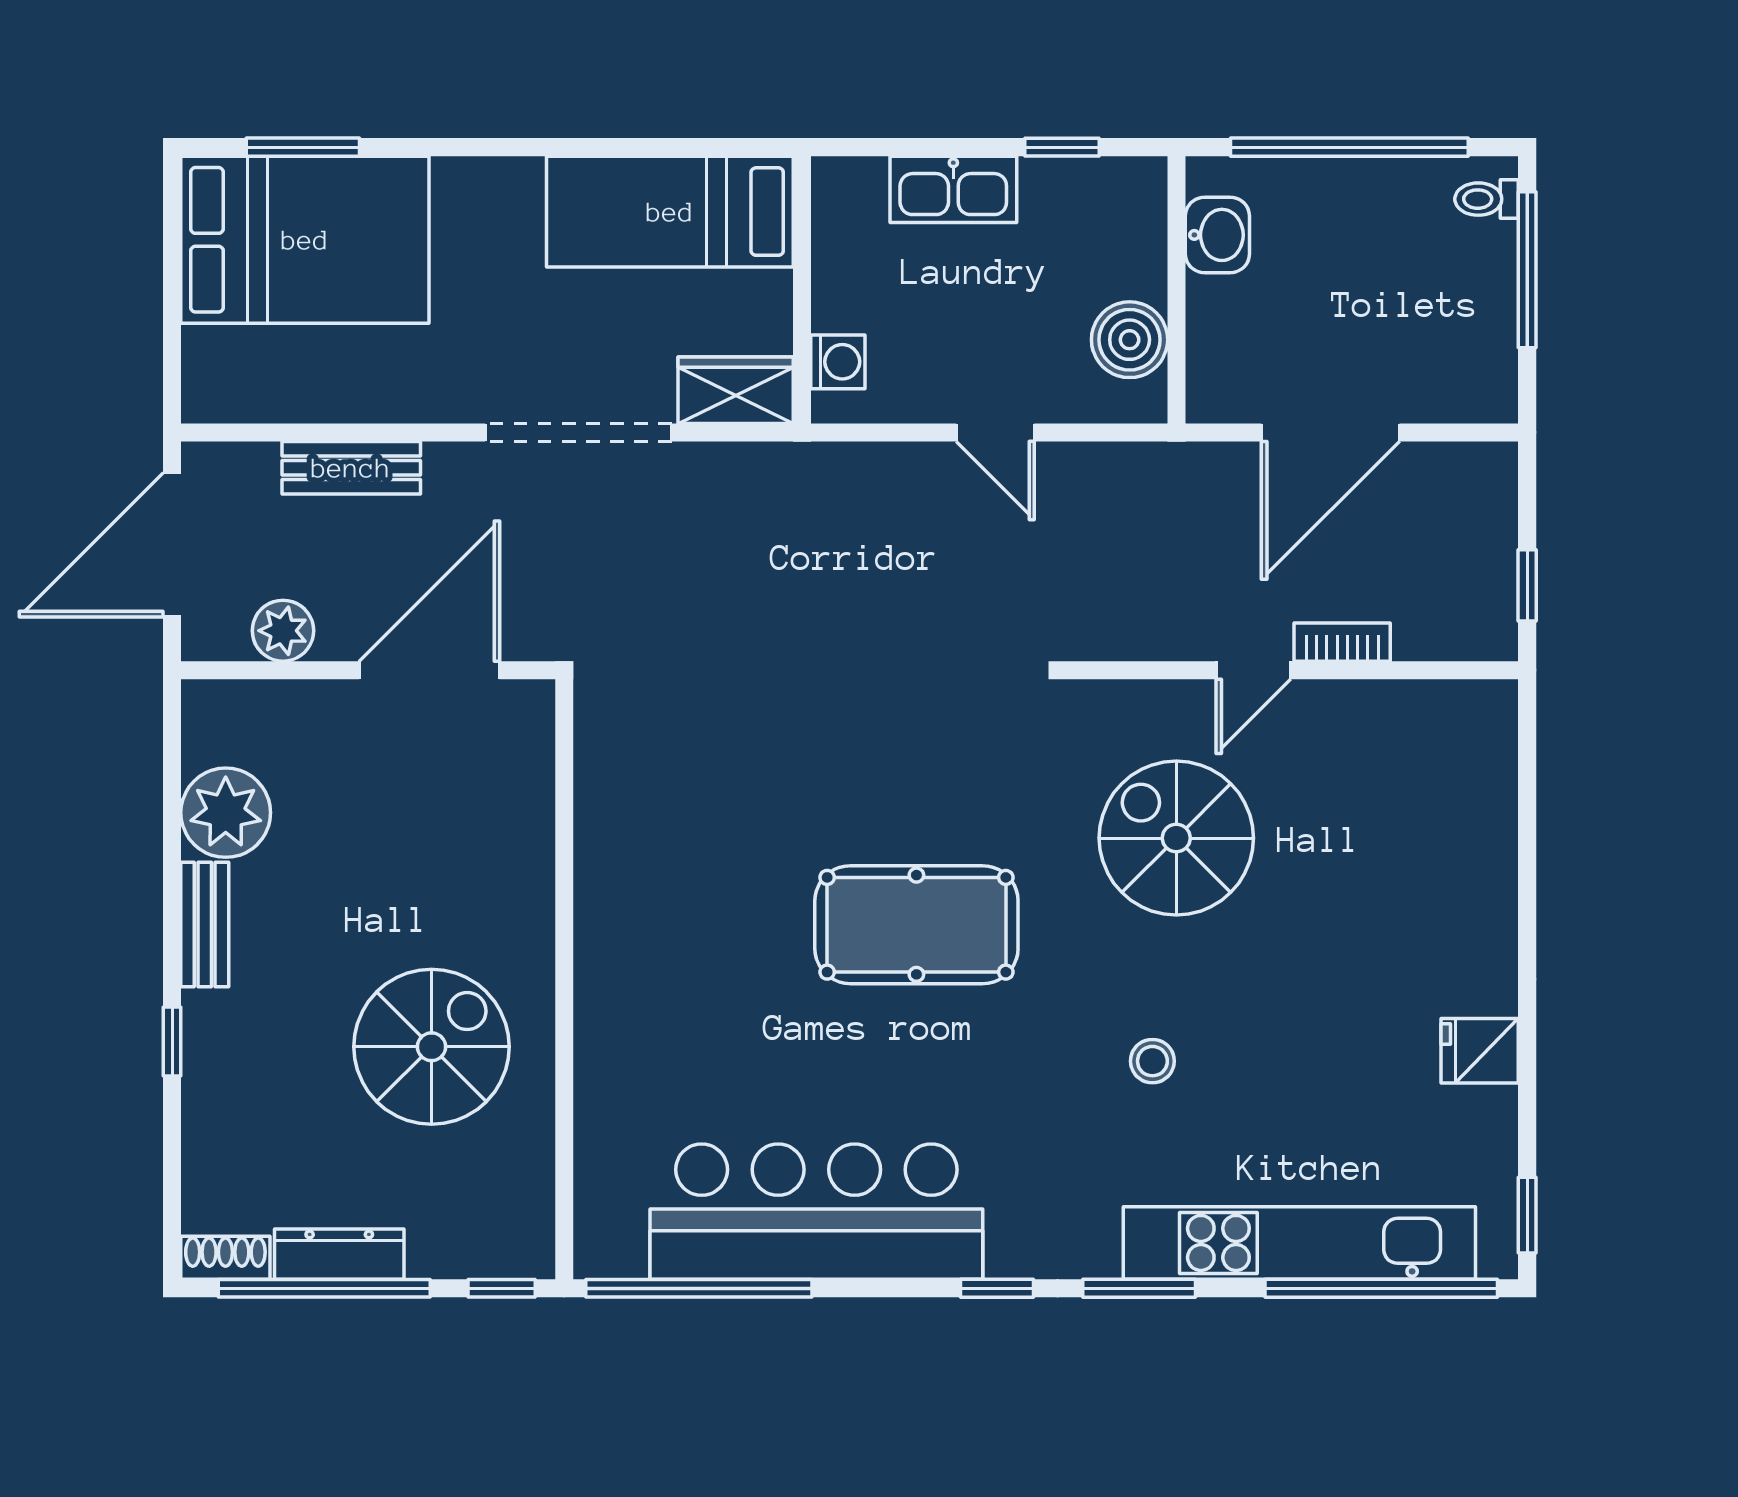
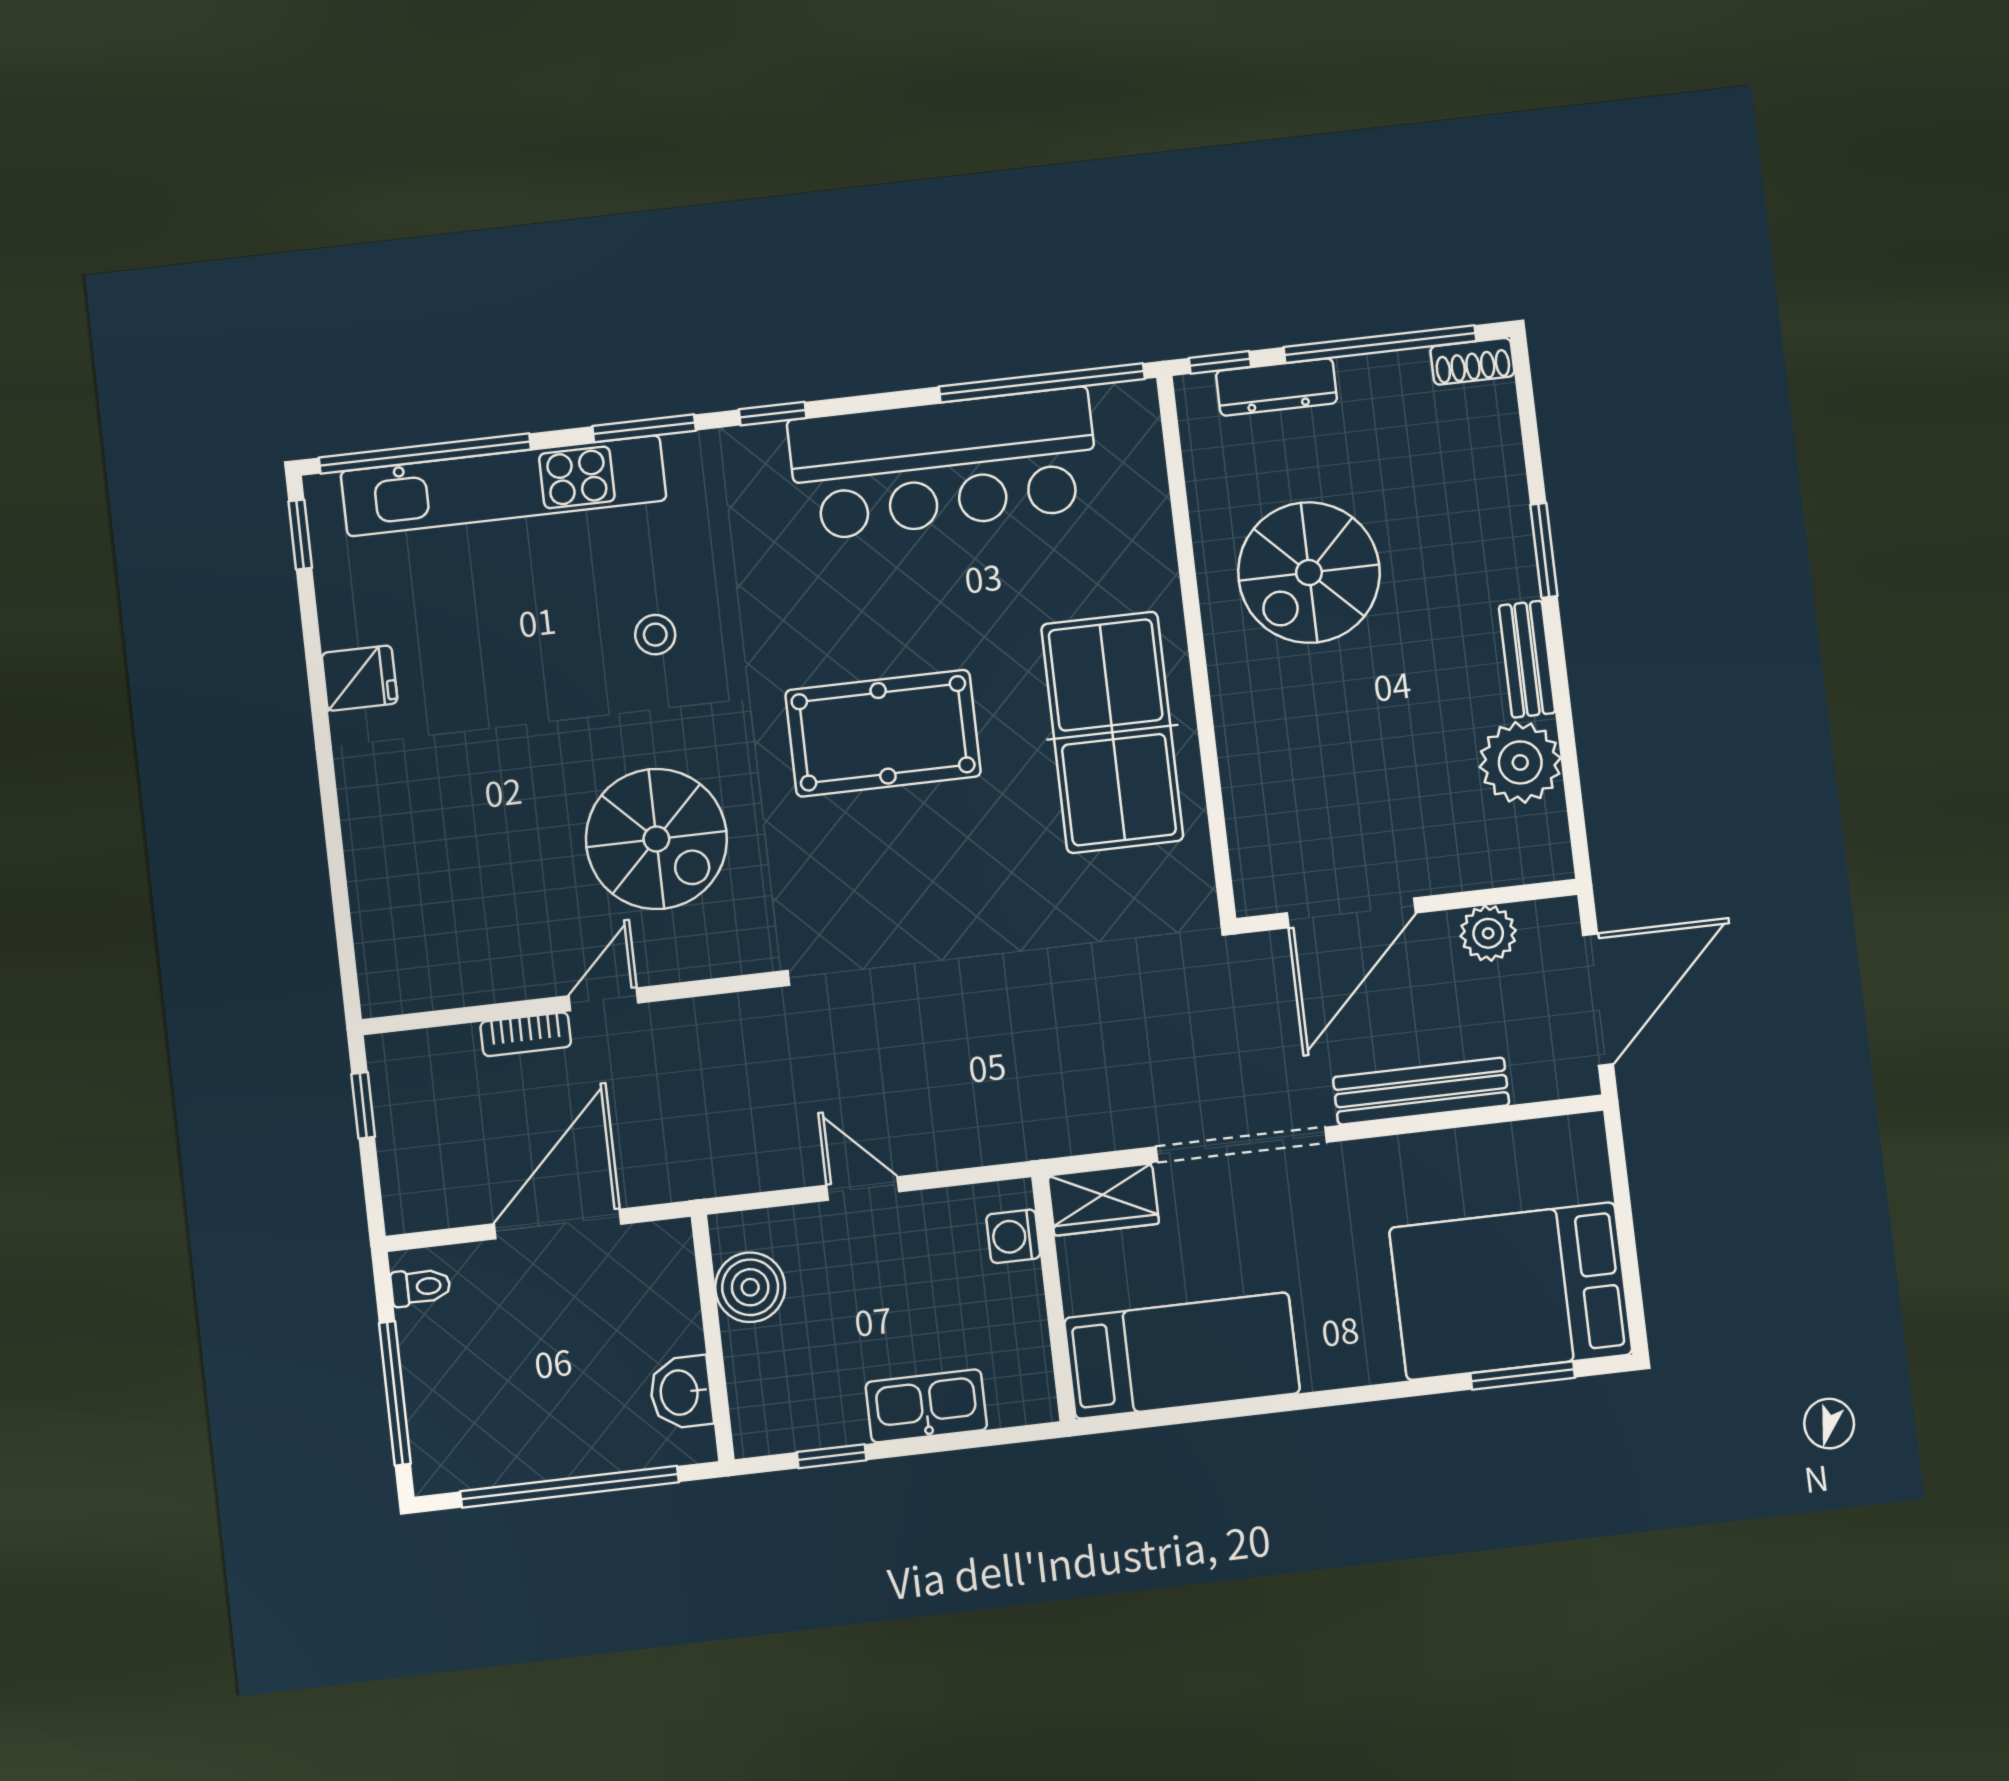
toilet: (1487, 199) -> (421, 1287), moved
bench: (351, 468) -> (1421, 1091), width x1.36
table tennis table: (667, 897) -> (1112, 732), added
window: (172, 1041) -> (1544, 550), width x1.50
dresser: (339, 1254) -> (1277, 387), moved

